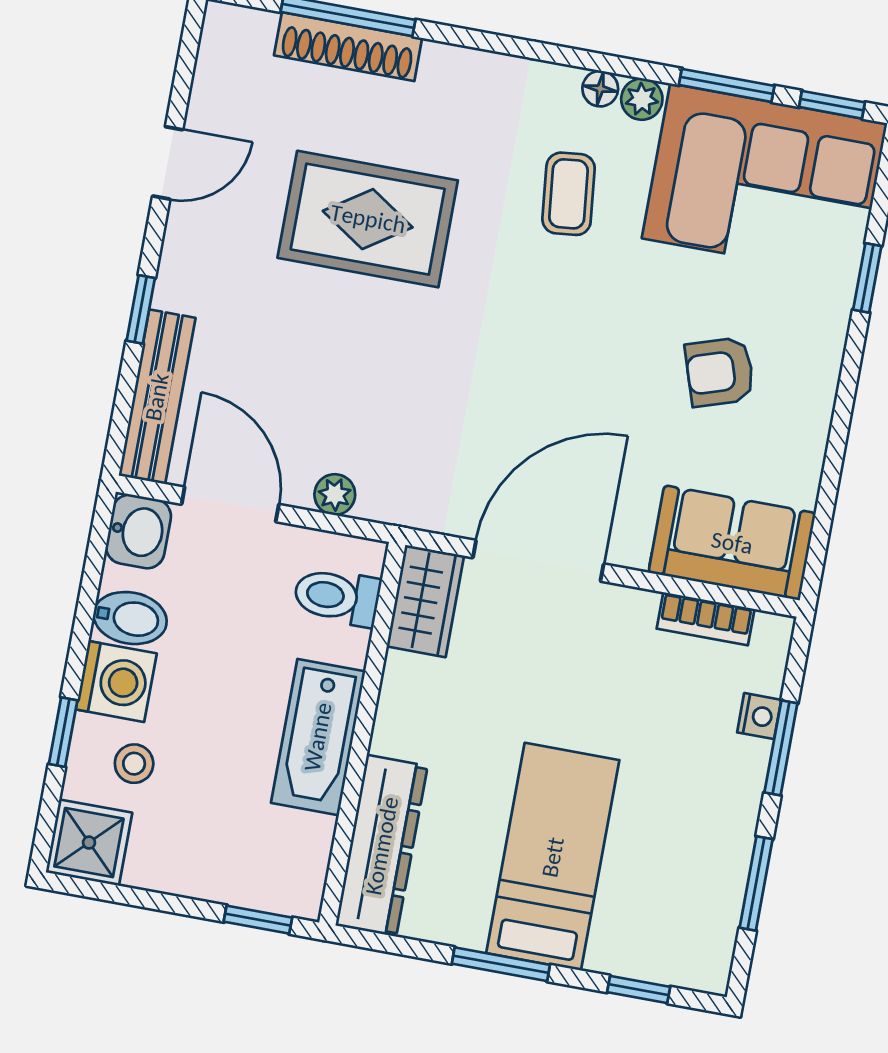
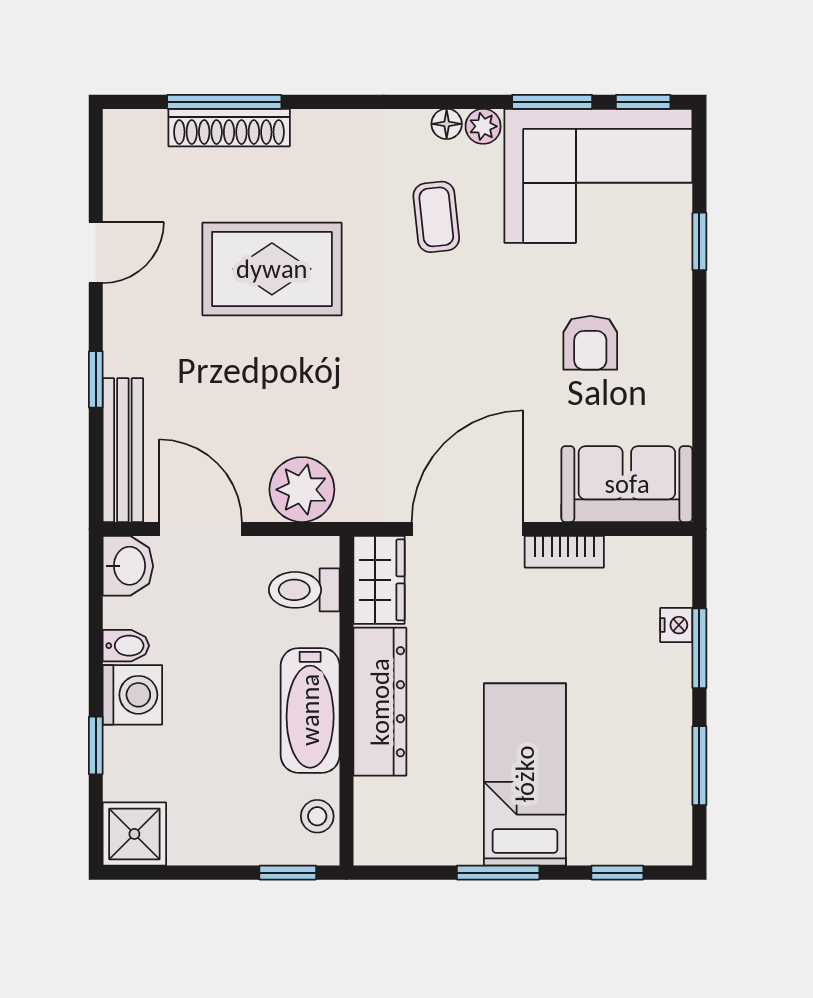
armchair: (720, 372) -> (590, 343), turned -72
plant: (335, 495) -> (302, 490), width x1.87, depth x1.87
bidet: (130, 618) -> (126, 646), width x0.72, depth x0.74
bookcase: (706, 619) -> (564, 552), moved
stool: (134, 764) -> (317, 816), moved
dresser: (382, 846) -> (380, 702), moved

